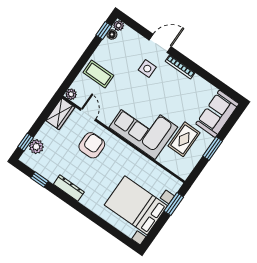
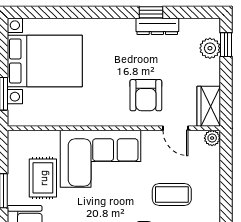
coffee table: (98, 74) -> (172, 195), moved
window: (39, 179) -> (151, 12), moved
dresser: (69, 188) -> (157, 26), moved

